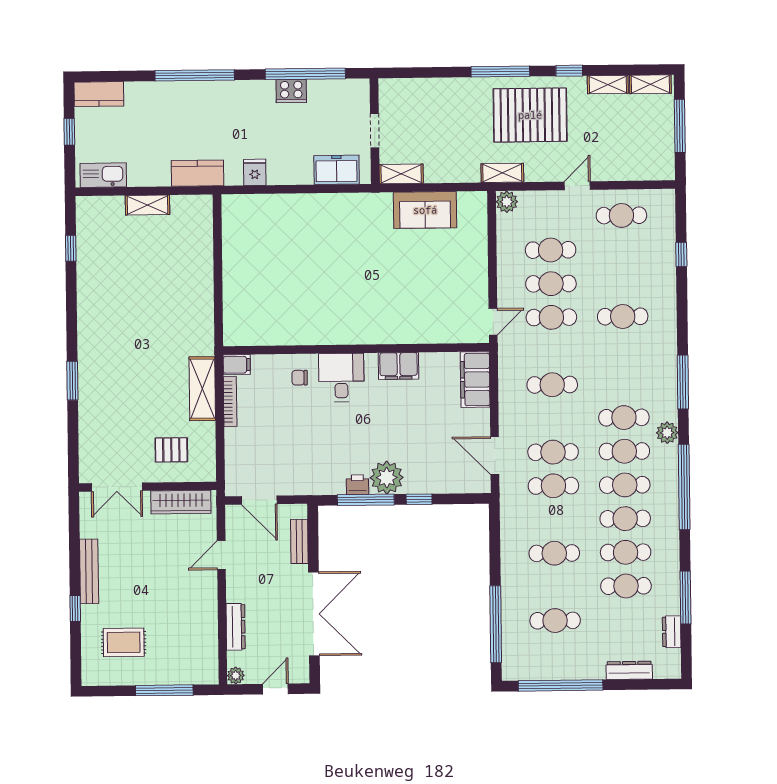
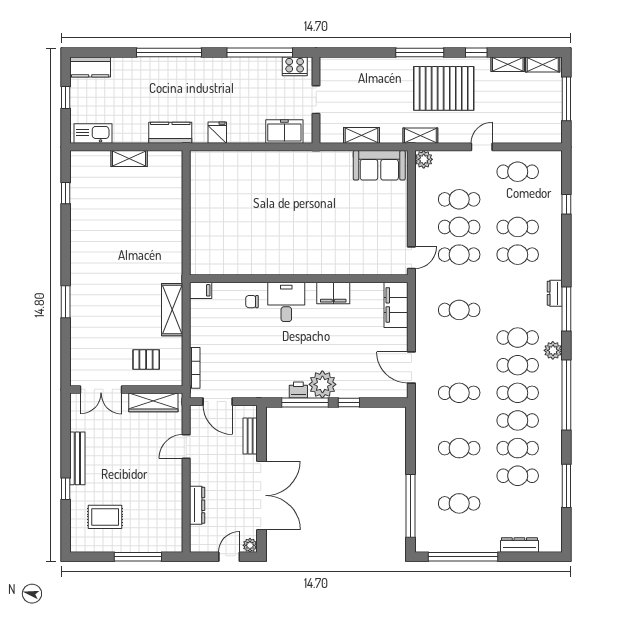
cooker: (291, 91) -> (295, 66), moved
shelving: (401, 174) -> (362, 135), moved
sofa: (425, 210) -> (379, 165), moved
bookcase: (230, 402) -> (195, 368), moved
cafe table: (553, 452) -> (518, 227), moved
dresser: (672, 632) -> (555, 293), moved
plant: (236, 676) -> (250, 545), moved

